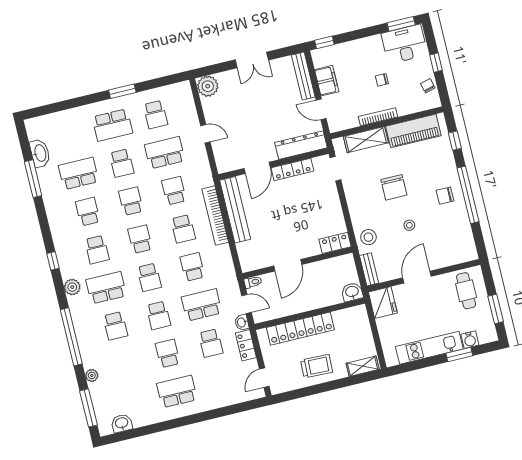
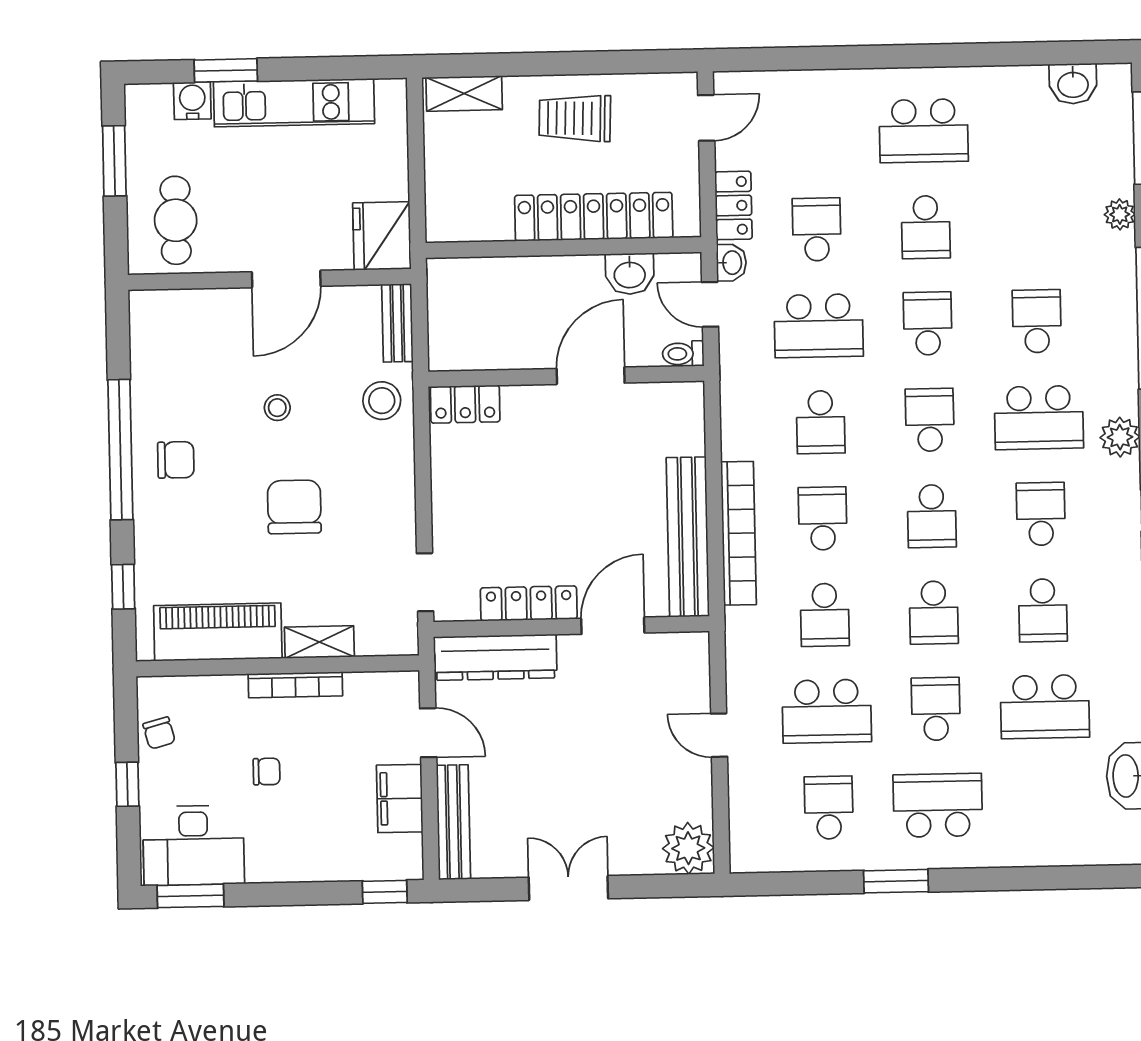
shelving: (366, 140) -> (319, 642), width x0.67, depth x0.75
washbasin: (352, 292) -> (630, 274), moved

